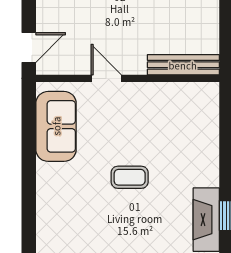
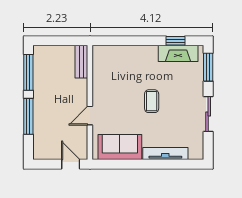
bench: (183, 65) -> (81, 62), width x0.73
tv unit: (46, 199) -> (165, 154), added

